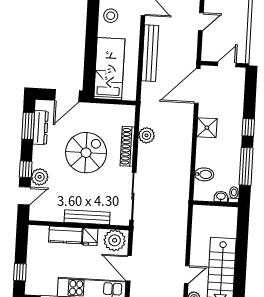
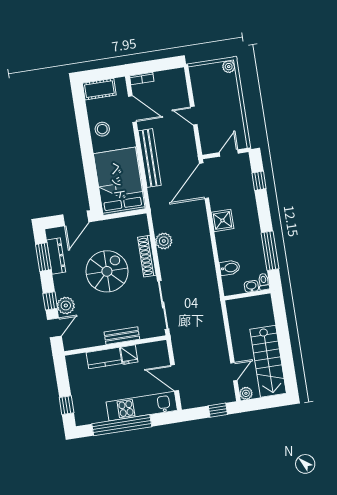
door: (201, 22) -> (194, 116), swing flipped
bed: (109, 69) -> (119, 181), width x1.50
window: (248, 127) -> (259, 181), moved
bench: (87, 217) -> (122, 336), width x0.73
plant: (115, 240) -> (154, 353), removed

